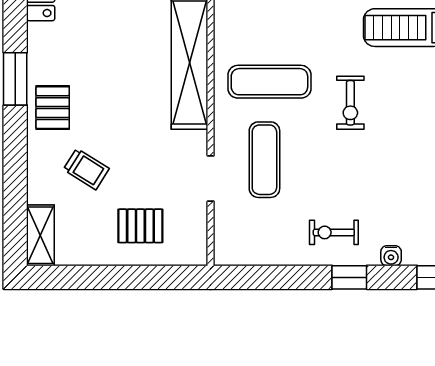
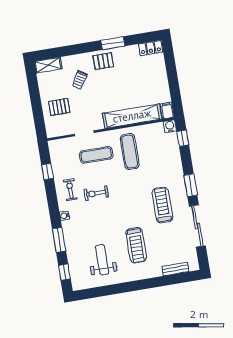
exercise bike: (350, 103) -> (96, 193), moved
pallet: (140, 226) -> (59, 107), turned 90
window: (349, 277) -> (48, 172), moved

